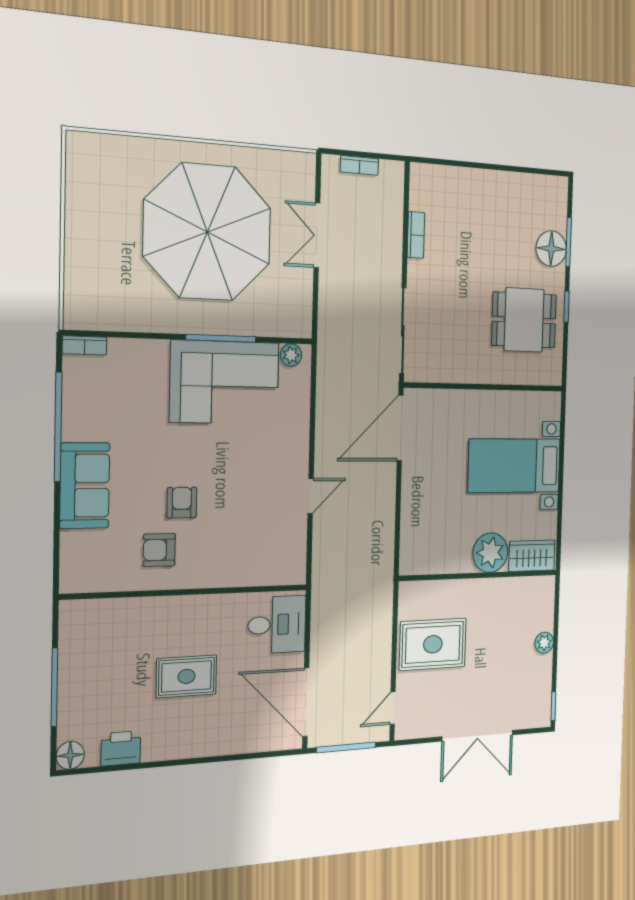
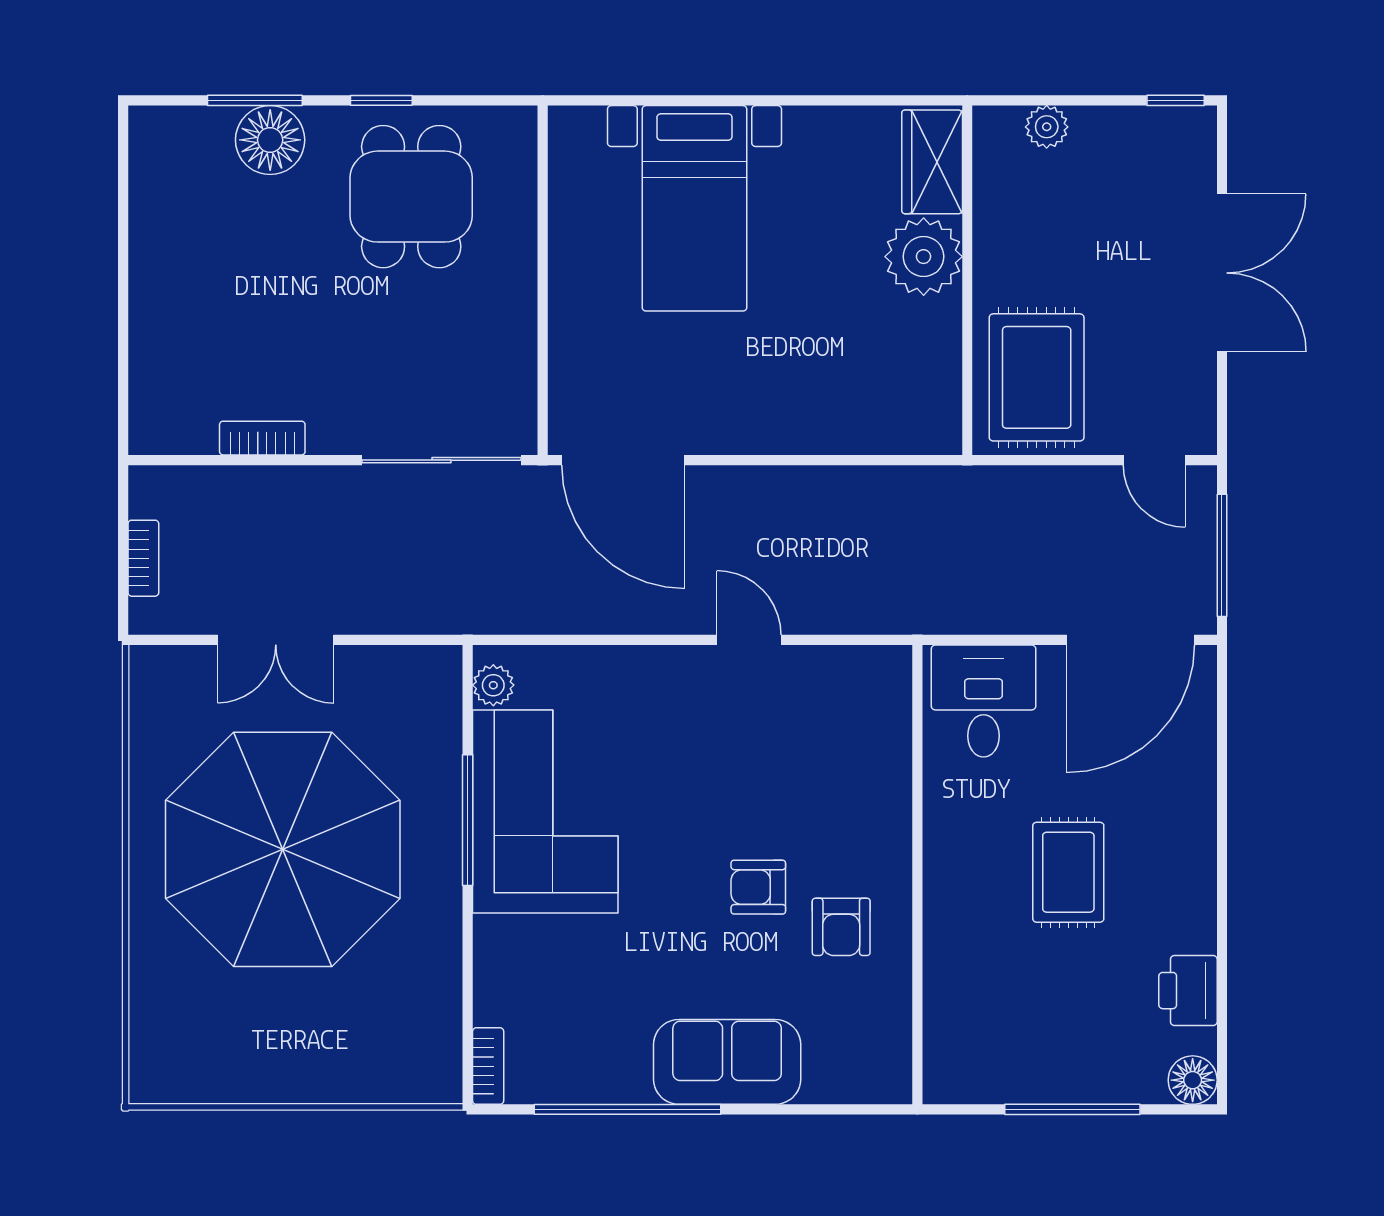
plant: (490, 553) -> (924, 257), moved
wardrobe: (532, 556) -> (932, 162), moved
wall: (479, 575) -> (967, 280), moved

